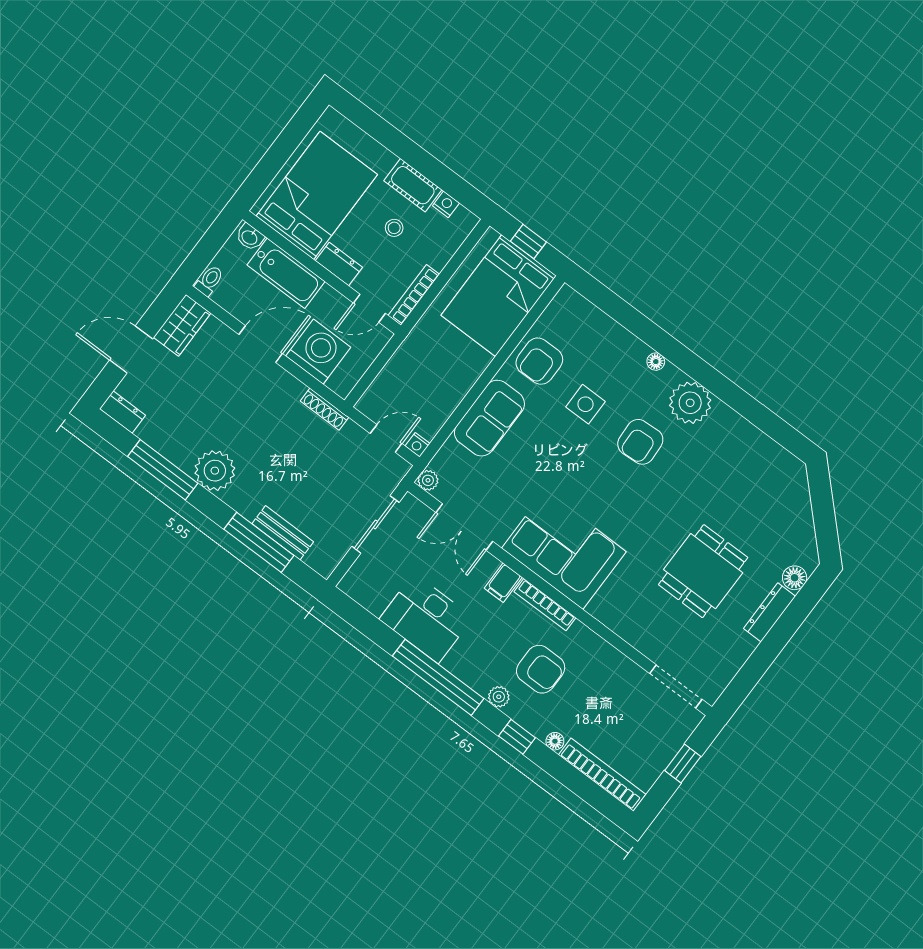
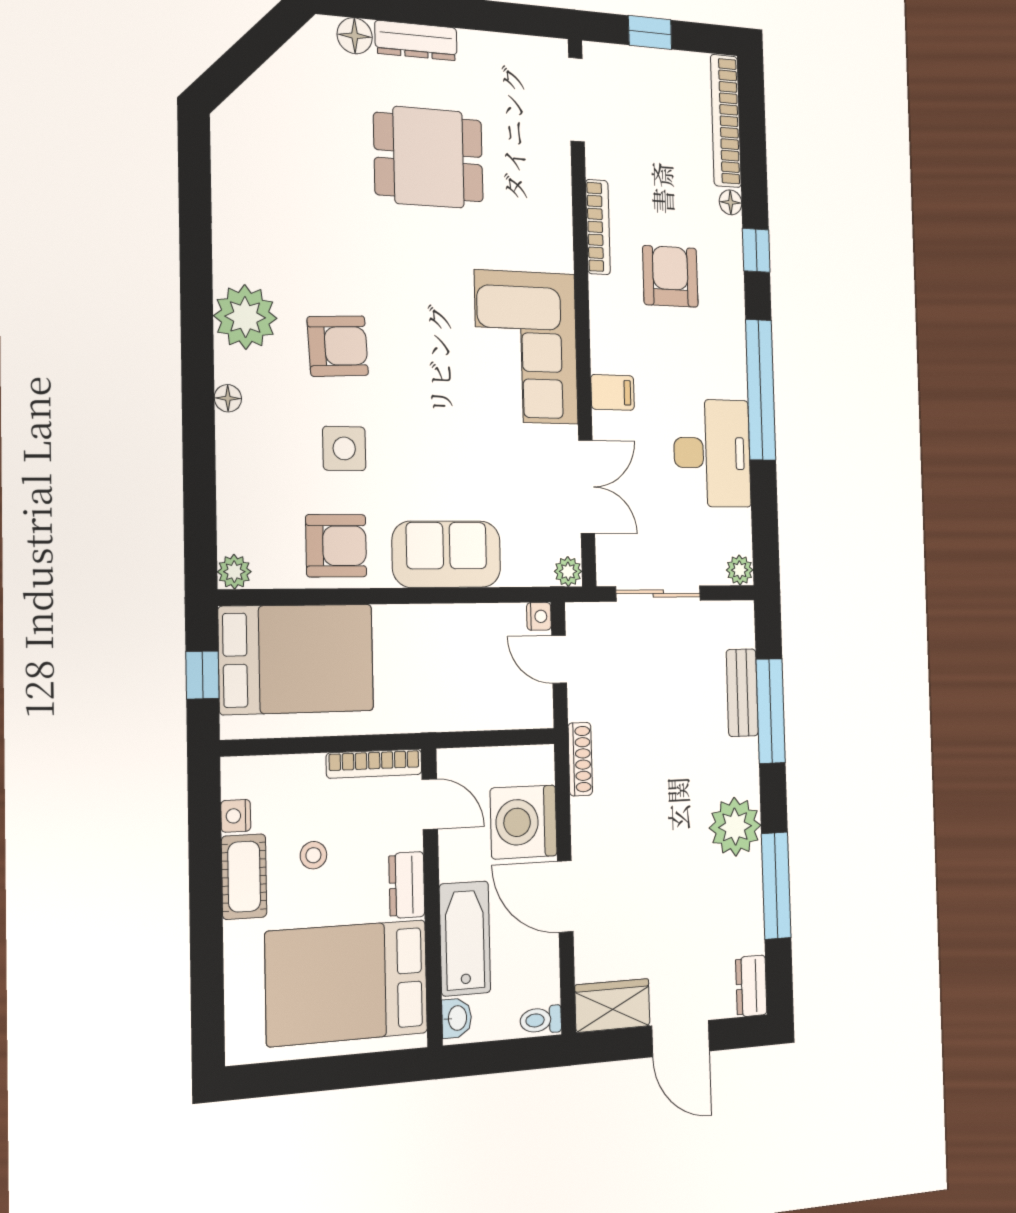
plant: (567, 297) -> (234, 572), added
bookcase: (545, 605) -> (598, 227), moved
plant: (499, 697) -> (740, 570), moved

